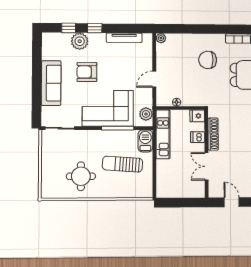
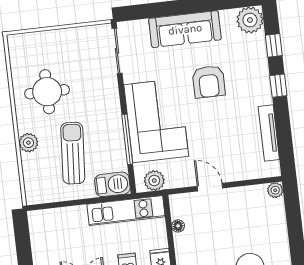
plant: (80, 41) -> (250, 20), moved
armchair: (87, 72) -> (209, 82), turned 180
plant: (112, 192) -> (28, 143), added

